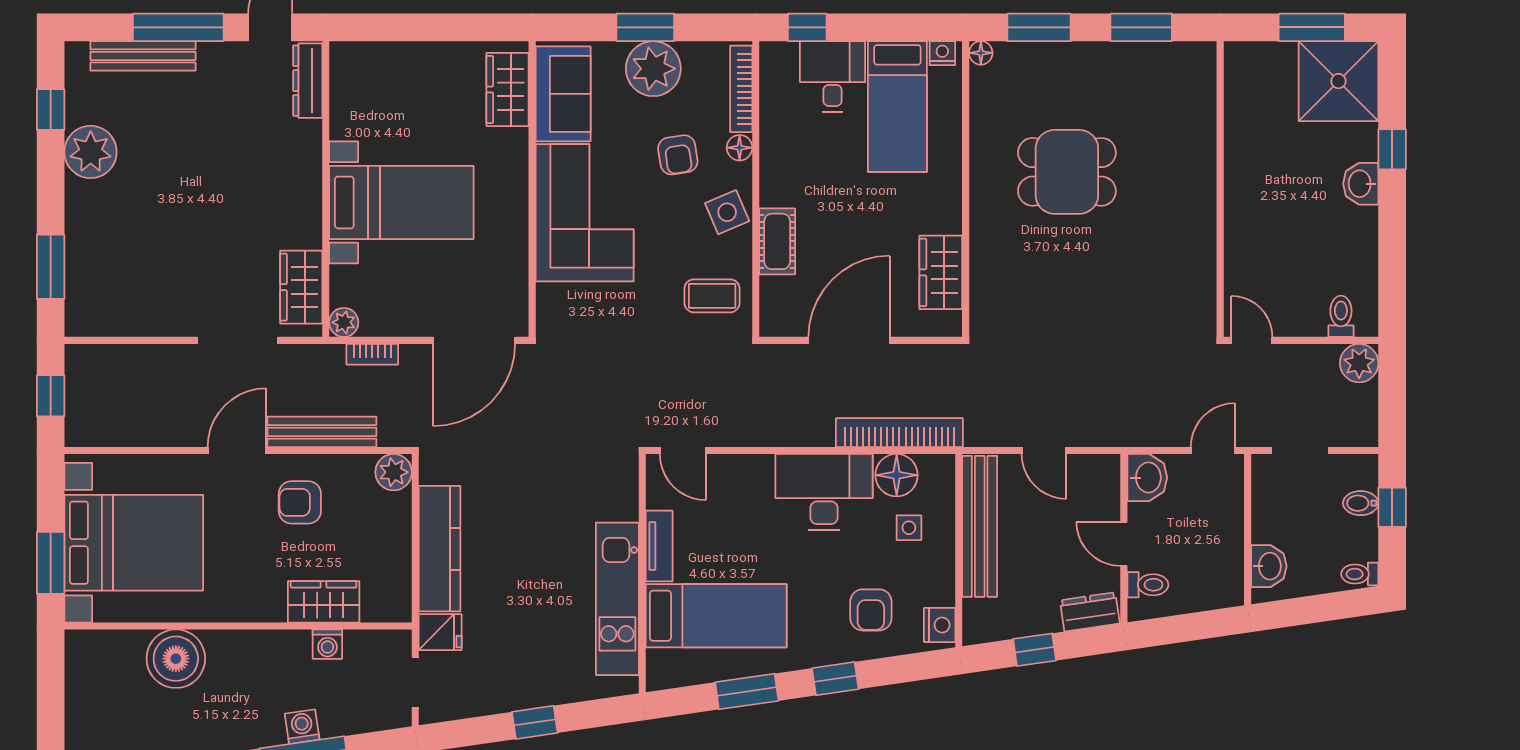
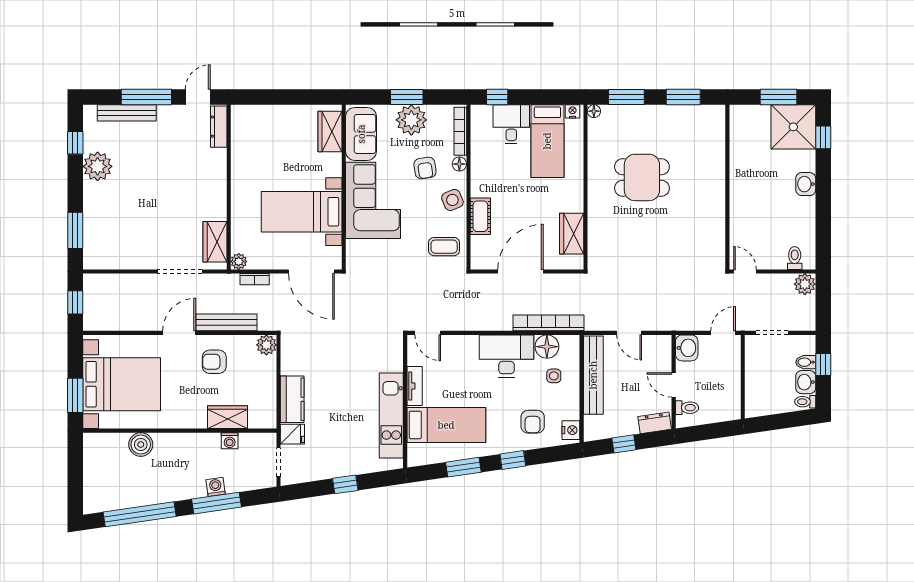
window: (1392, 149) -> (823, 137), moved
bed with nightstands: (401, 202) -> (302, 212), moved, turned 180
door: (474, 340) -> (311, 271), hinge flipped
kitchen counter: (440, 549) -> (292, 399), width x0.67
washbasin: (1269, 566) -> (806, 382), moved, turned 180
boiler: (176, 659) -> (141, 445), width x0.73, depth x0.73

